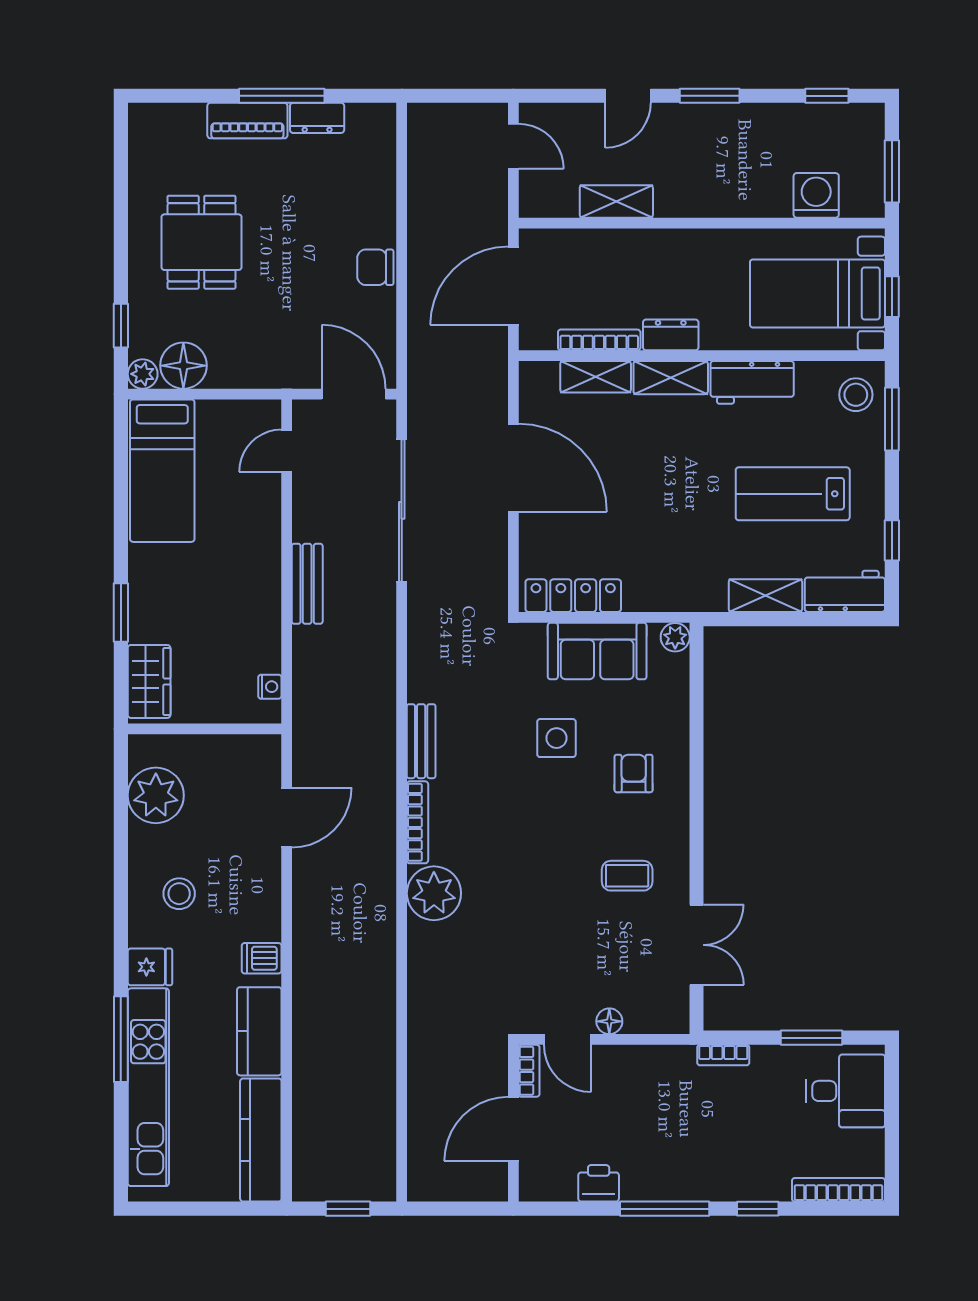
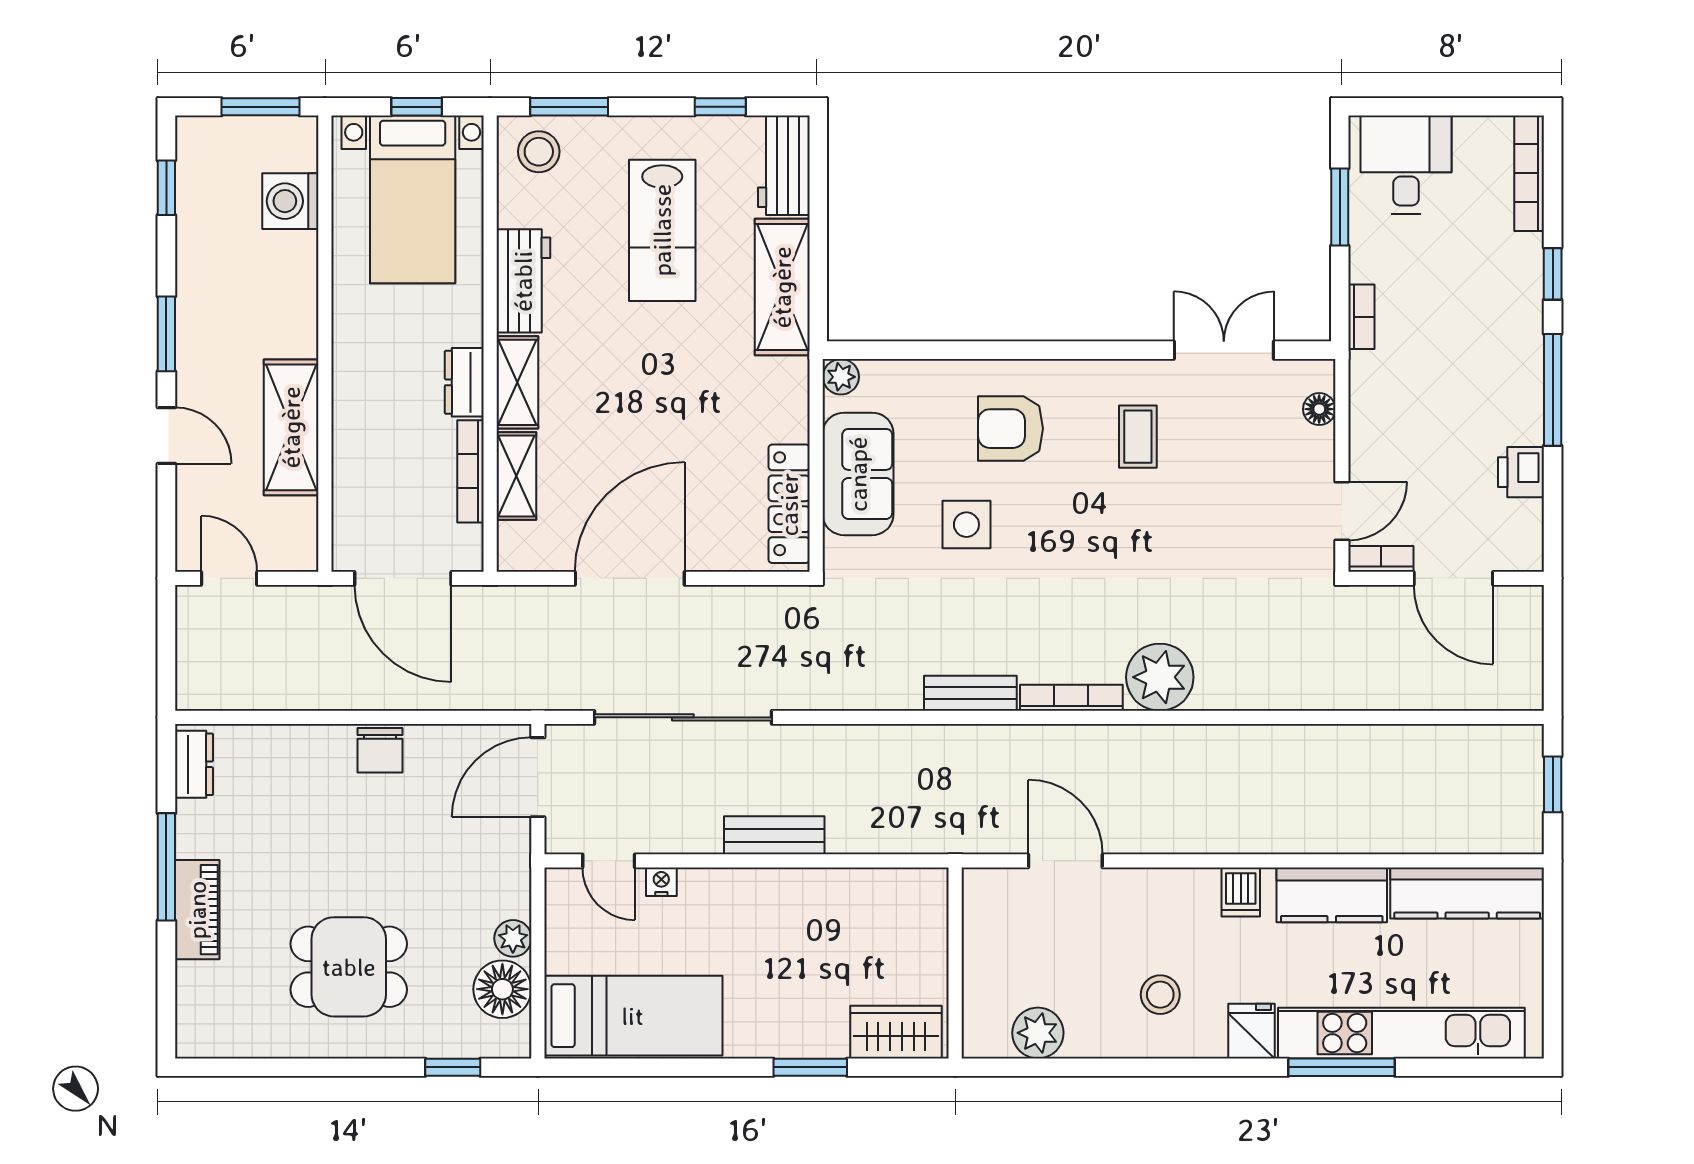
dresser: (317, 118) -> (194, 764), moved
door: (513, 146) -> (229, 578), hinge flipped
shelving: (616, 201) -> (291, 427), width x1.50, depth x1.33
plant: (143, 374) -> (513, 938), moved
shelving: (765, 596) -> (782, 287), width x1.50, depth x1.33
nightstand: (270, 687) -> (661, 882), moved
armchair: (634, 773) -> (1011, 429), width x1.38, depth x1.38
plant: (156, 795) -> (1038, 1033), width x0.73, depth x0.73
floor lamp: (609, 1021) -> (1319, 409), moved

